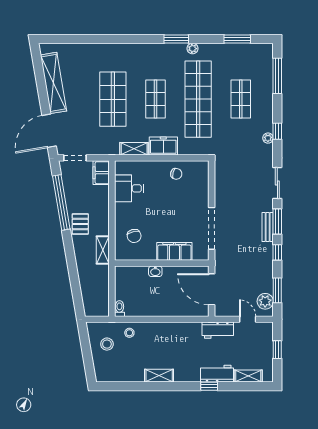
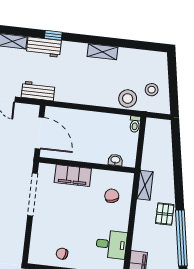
washbasin: (155, 271) -> (115, 160), moved
stool: (129, 333) -> (128, 99), width x1.89, depth x1.89

